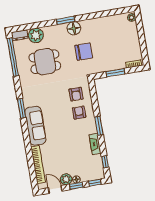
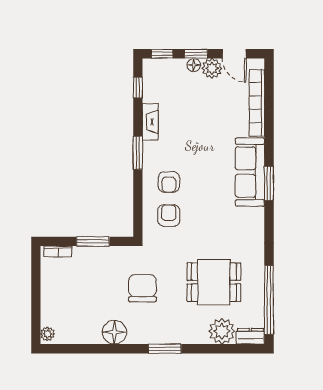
floor lamp: (74, 28) -> (114, 332), moved
chair: (84, 52) -> (142, 288), turned 90
window: (22, 108) -> (269, 183), moved

